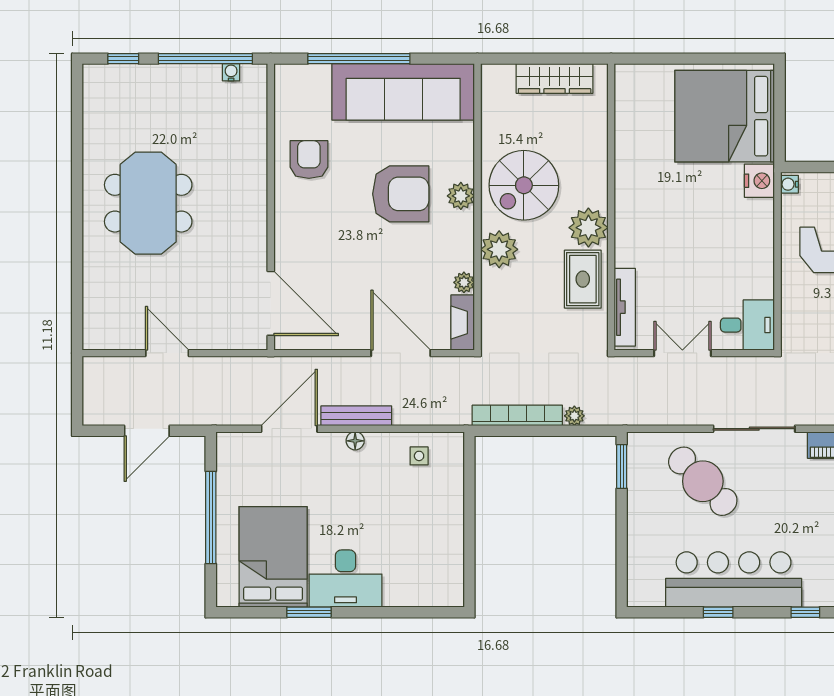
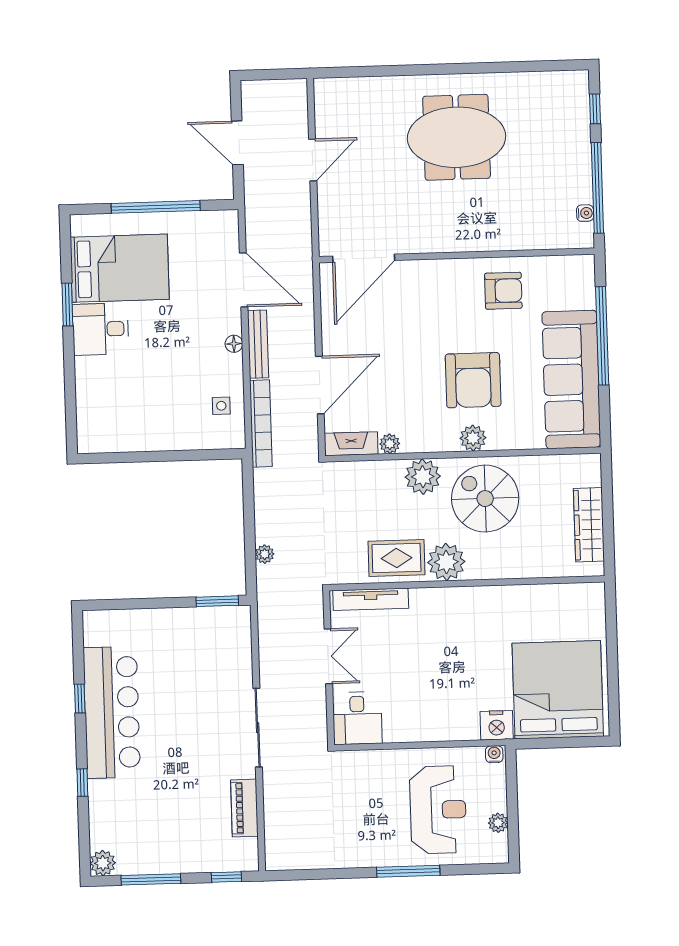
bookcase: (517, 415) -> (261, 424), moved
cafe table: (703, 481) -> (206, 680), removed
desk: (346, 579) -> (101, 329), width x0.73

